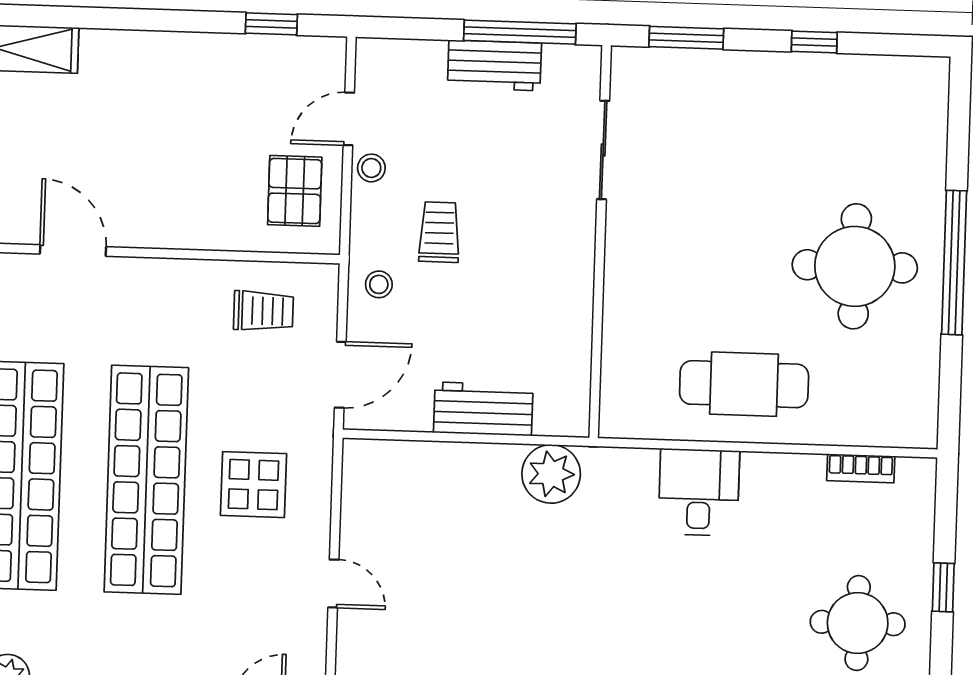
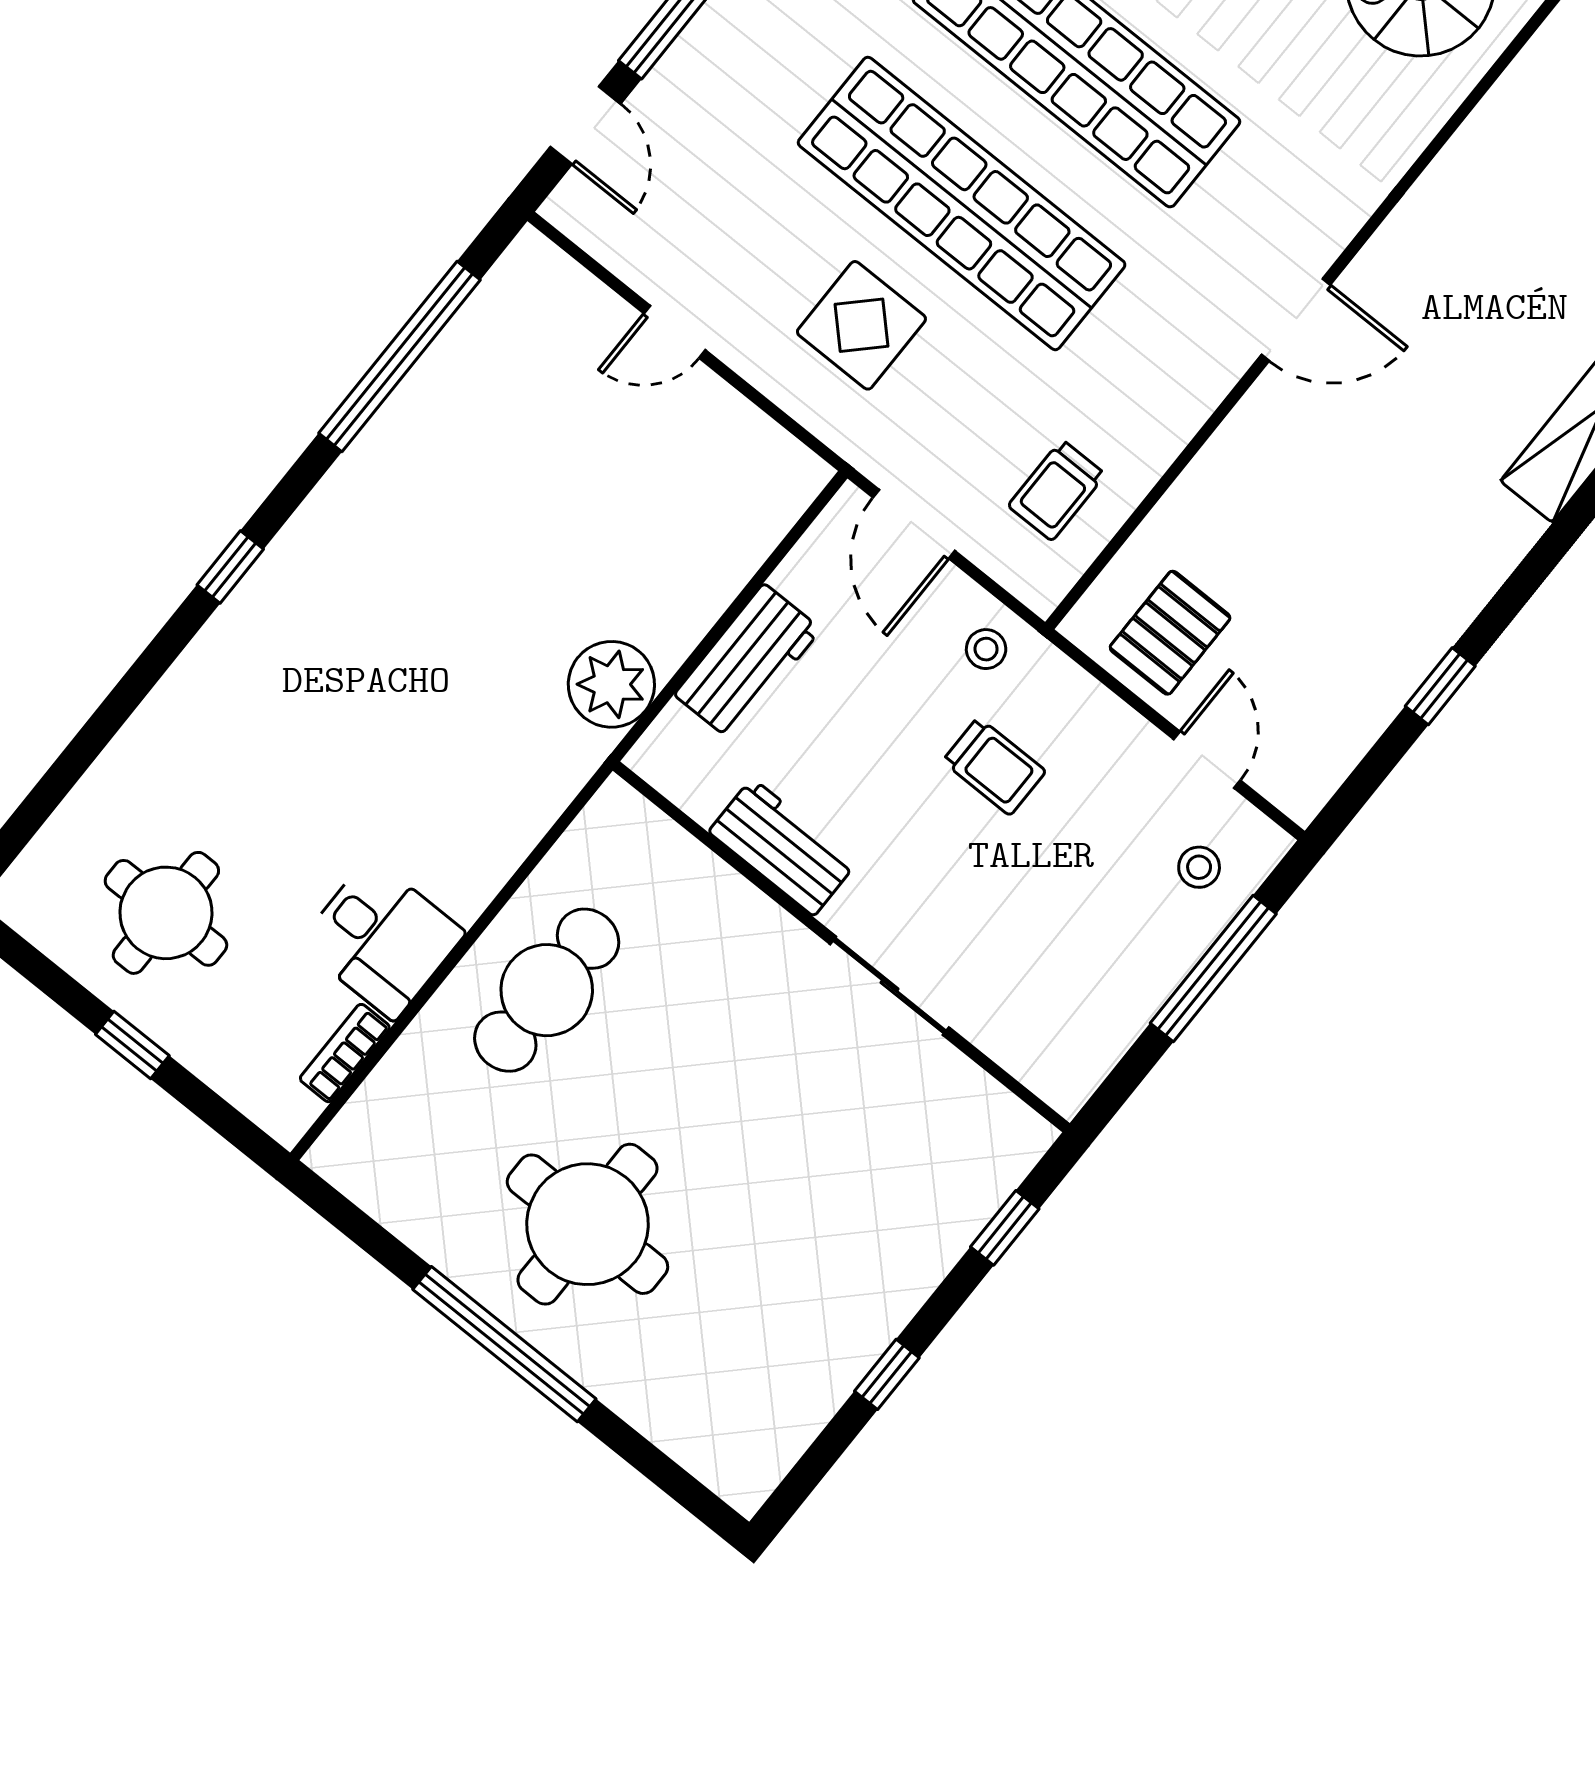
window: (271, 24) -> (1440, 686), moved
window: (520, 32) -> (1213, 968), moved
window: (686, 38) -> (1005, 1228), width x0.67
workbench: (494, 65) -> (783, 847), moved, turned 90
sliding door: (603, 150) -> (890, 986), moved
stool: (371, 168) -> (1199, 867), moved
pallet: (295, 191) -> (1170, 633), turned 90
desk: (699, 492) -> (382, 938), moved

